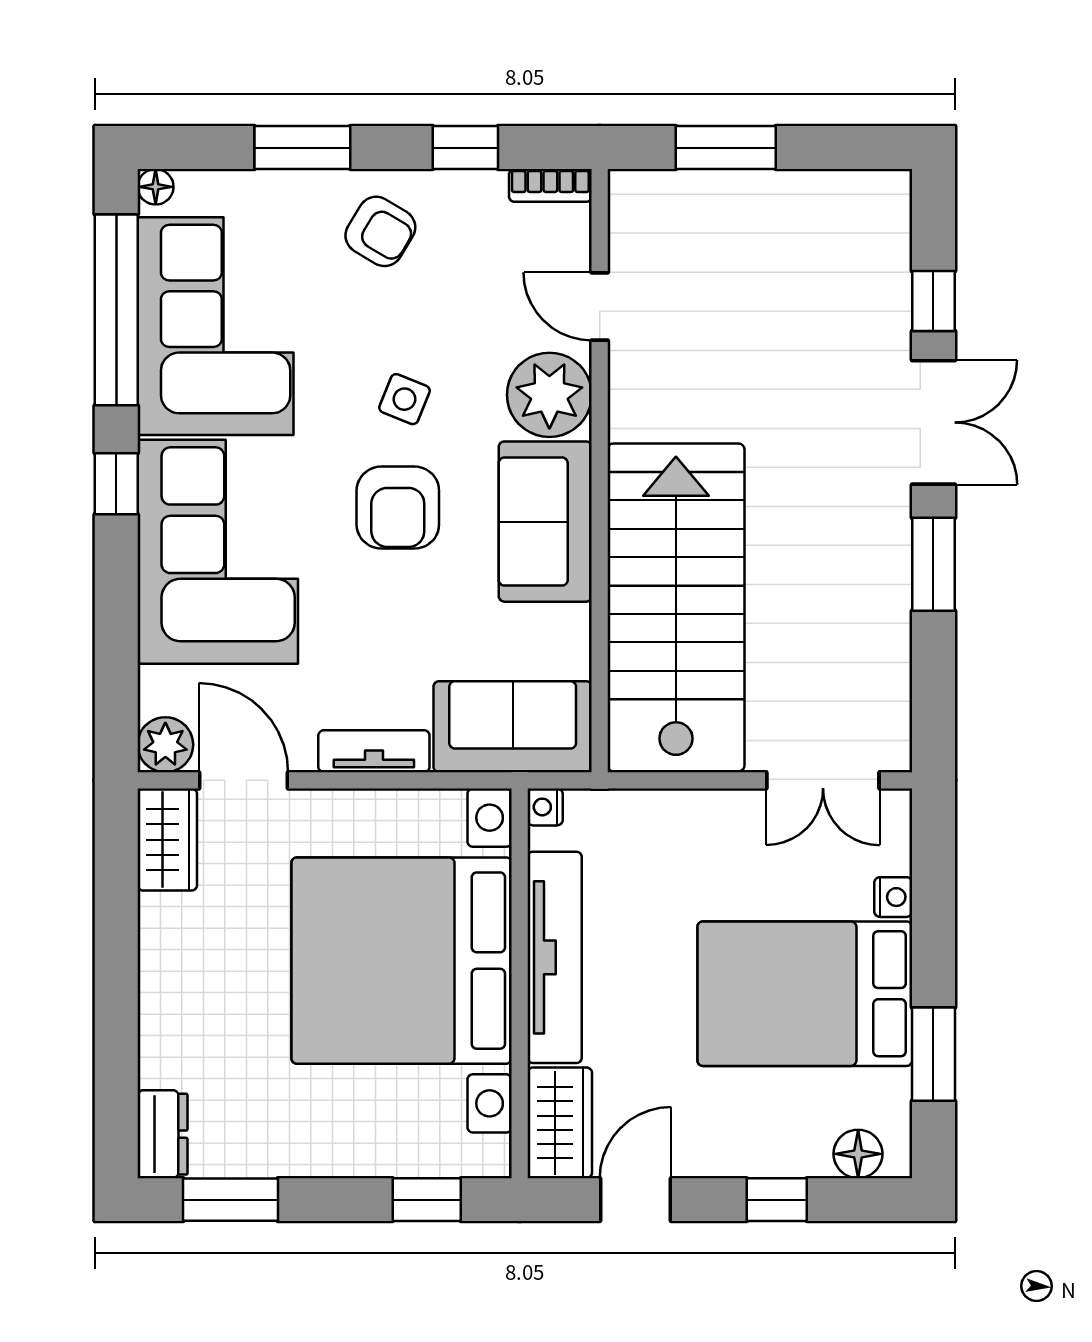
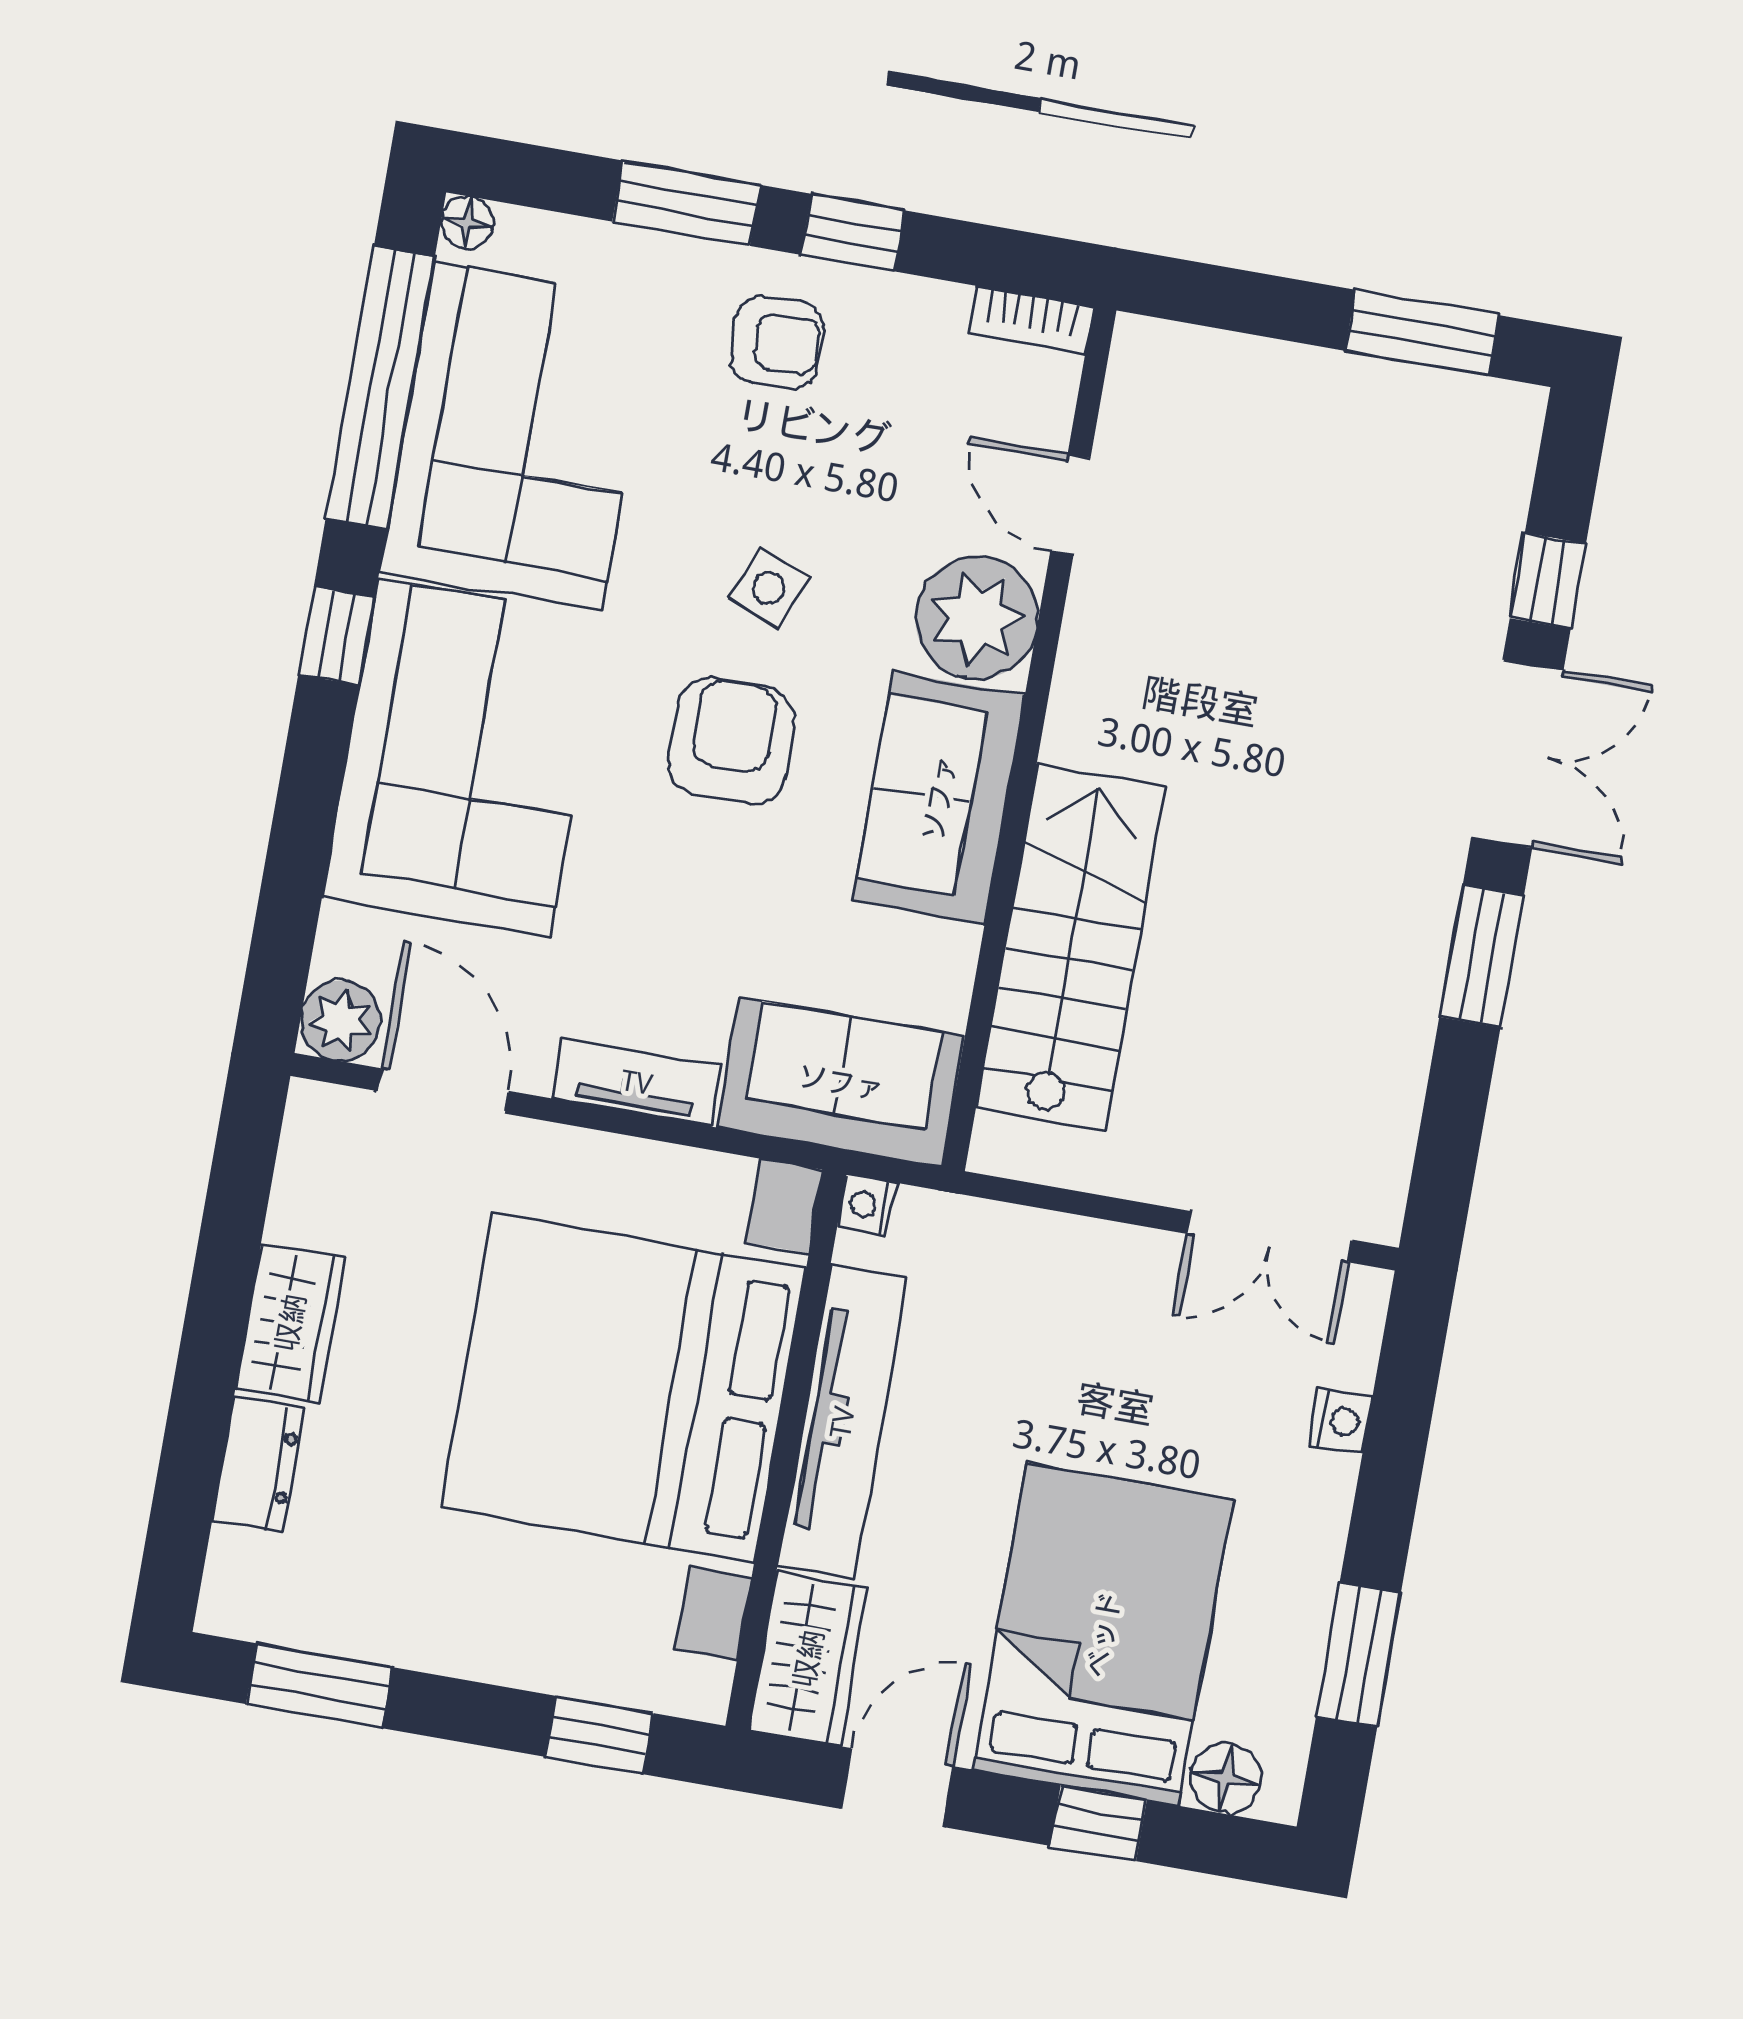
window: (465, 148) -> (853, 233), moved
window: (726, 148) -> (1422, 333), moved
armchair: (380, 231) -> (777, 342), turned -33
armchair: (398, 508) -> (732, 741), turned 180
stairs: (676, 607) -> (1071, 947), width x0.73, depth x0.66
wardrobe: (167, 840) -> (290, 1323), moved
bed: (805, 994) -> (1103, 1635), moved, turned 90
dresser: (162, 1134) -> (258, 1464), moved

